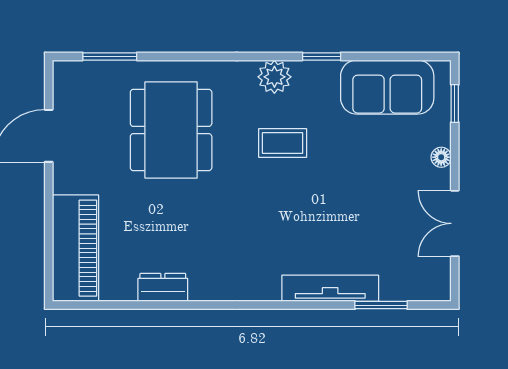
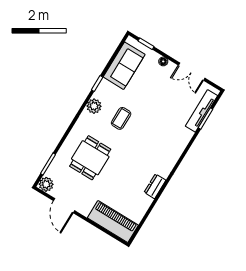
plant: (69, 76) -> (46, 184), added
dining table: (171, 130) -> (90, 158), width x0.73
dresser: (163, 287) -> (155, 186), moved
tv unit: (330, 288) -> (201, 111), moved

